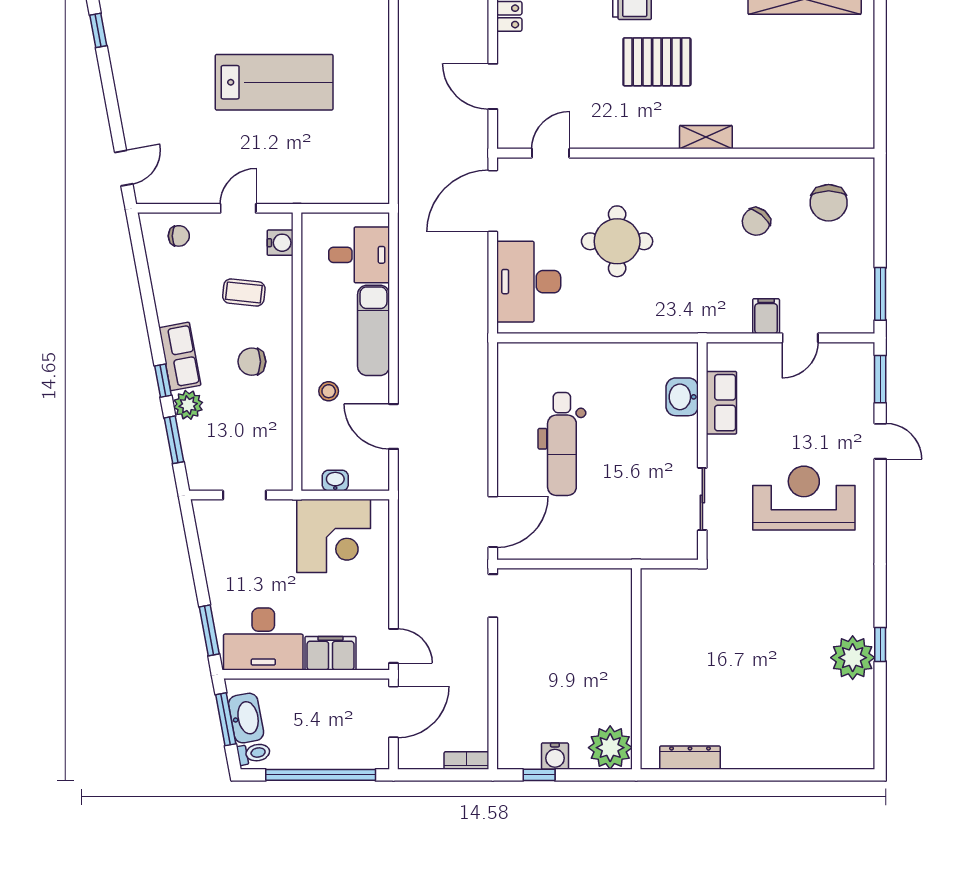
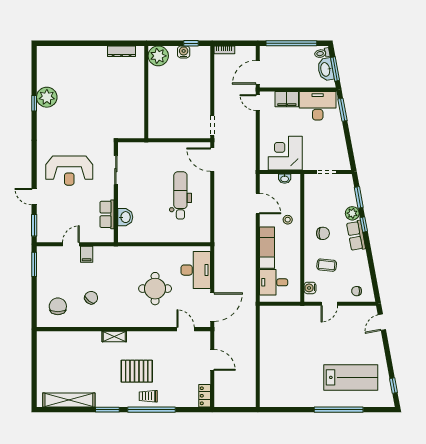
lab bench: (274, 82) -> (351, 377), moved, turned 180
door: (551, 153) -> (186, 329), swing flipped
door: (493, 522) -> (212, 160), hinge flipped

